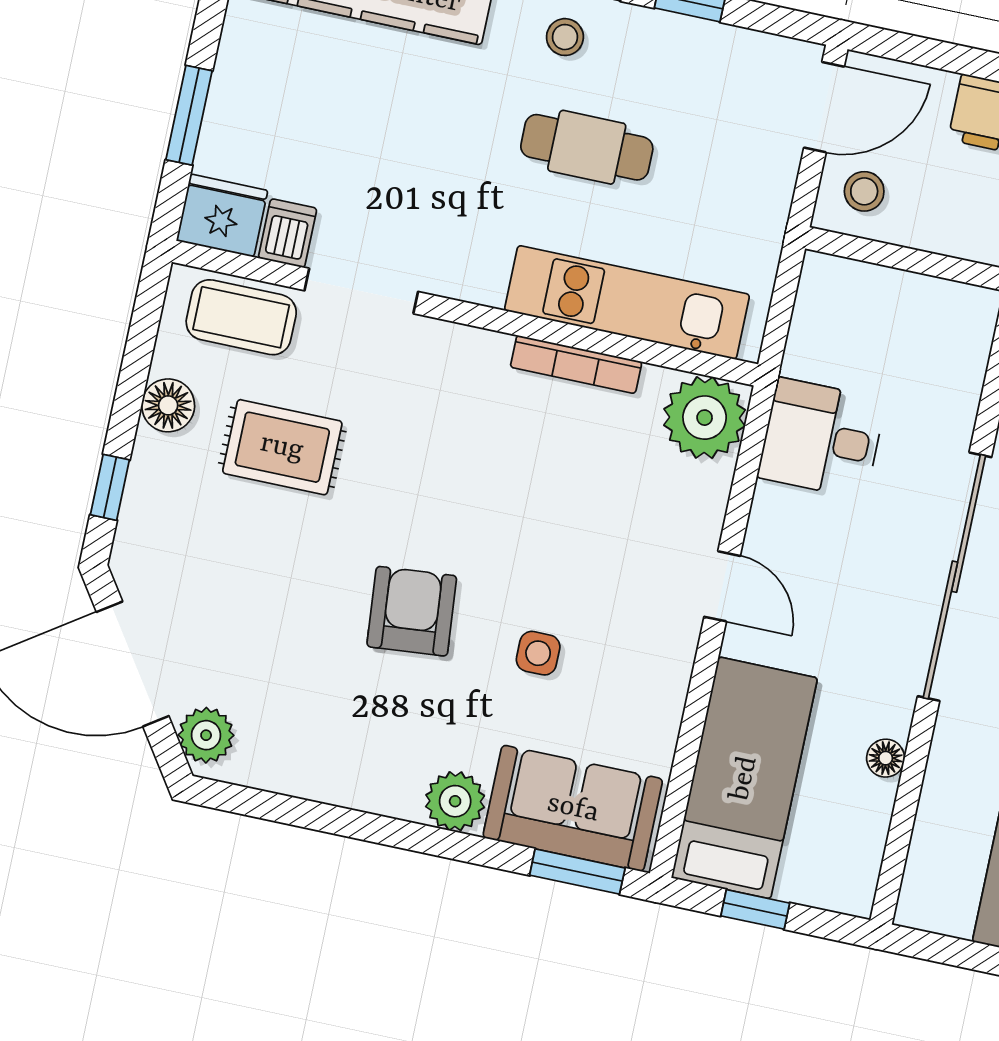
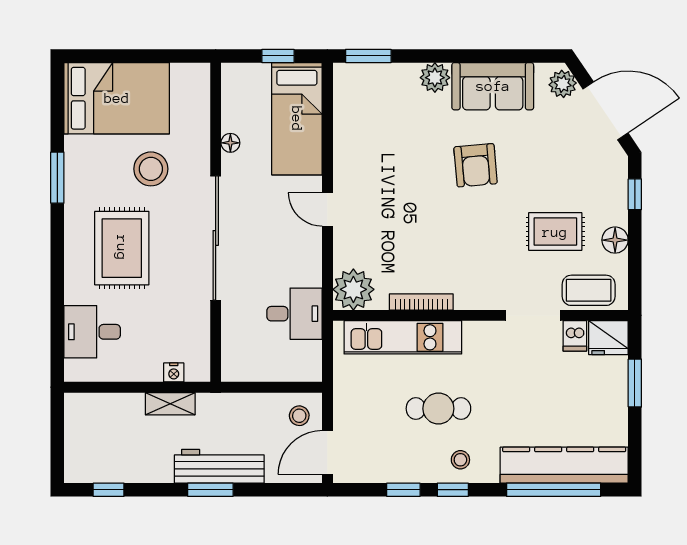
desk: (822, 438) -> (294, 314), moved
side table: (538, 653) -> (410, 158), removed
sofa: (573, 808) -> (493, 86), moved

